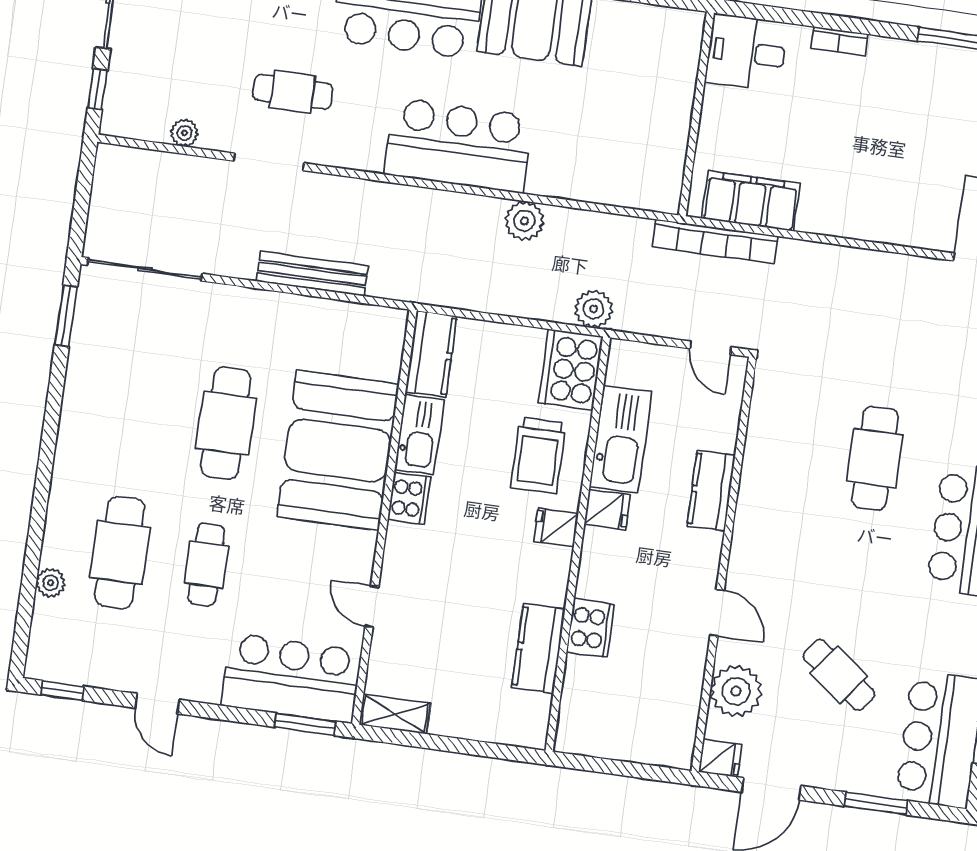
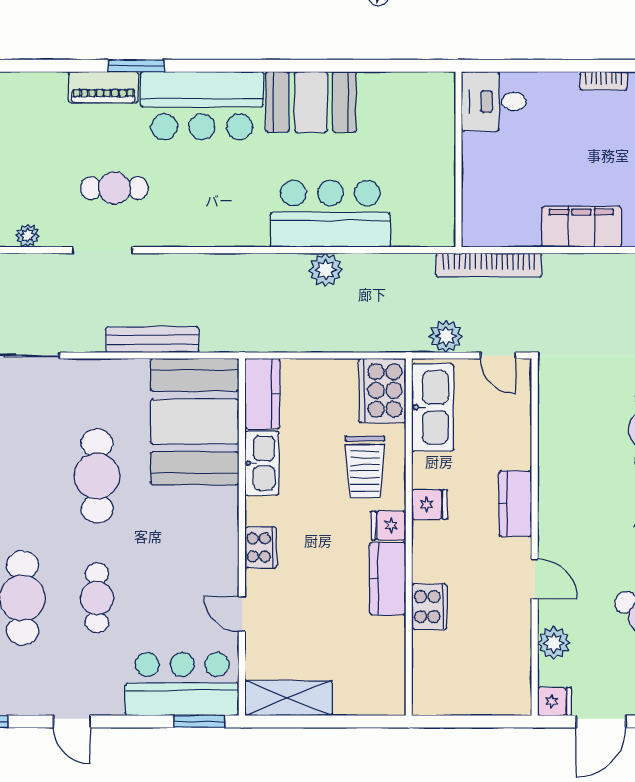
bookcase: (839, 41) -> (604, 81), moved
bar counter: (459, 145) -> (330, 214), moved
filing cabinet: (751, 201) -> (581, 227), moved
plant: (594, 309) -> (446, 336), moved
kitchen sink: (621, 439) -> (433, 407), moved
booth: (338, 450) -> (195, 422), moved
kitchen counter: (711, 491) -> (515, 504), moved
cooker: (409, 498) -> (261, 548), moved
kitchen counter: (538, 648) -> (388, 579), moved
plant: (736, 691) -> (554, 643), width x0.73, depth x0.73
shelving: (395, 714) -> (289, 698), width x1.50, depth x1.33

